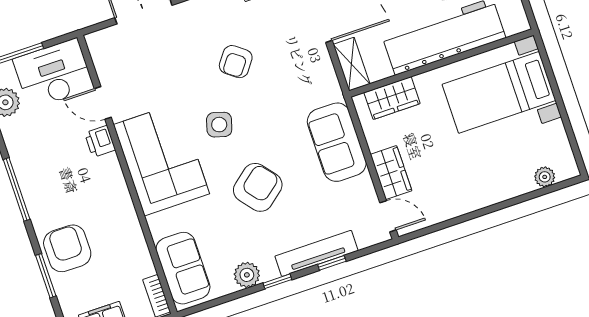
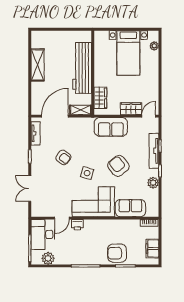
bed with nightstands: (499, 92) -> (128, 53), moved
sofa: (183, 268) -> (130, 208), moved

